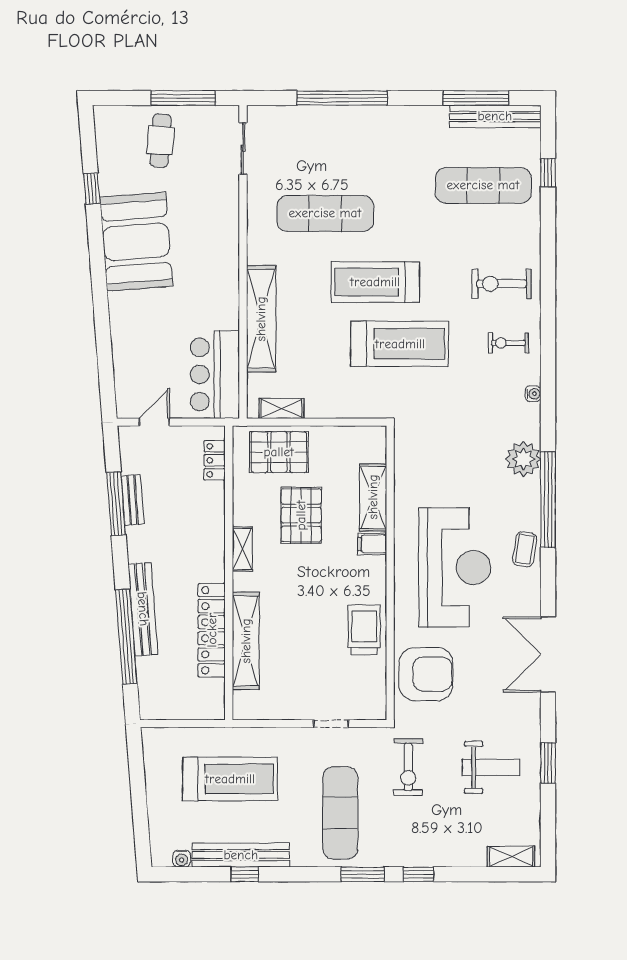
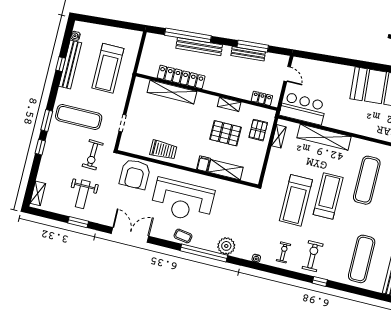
window: (548, 173) -> (320, 281), moved
pallet: (279, 452) -> (258, 130), width x0.67, depth x0.71
bench: (132, 500) -> (248, 54), width x1.36
shelving: (242, 549) -> (229, 104), moved
exercise bike: (408, 767) -> (93, 155), turned -88

